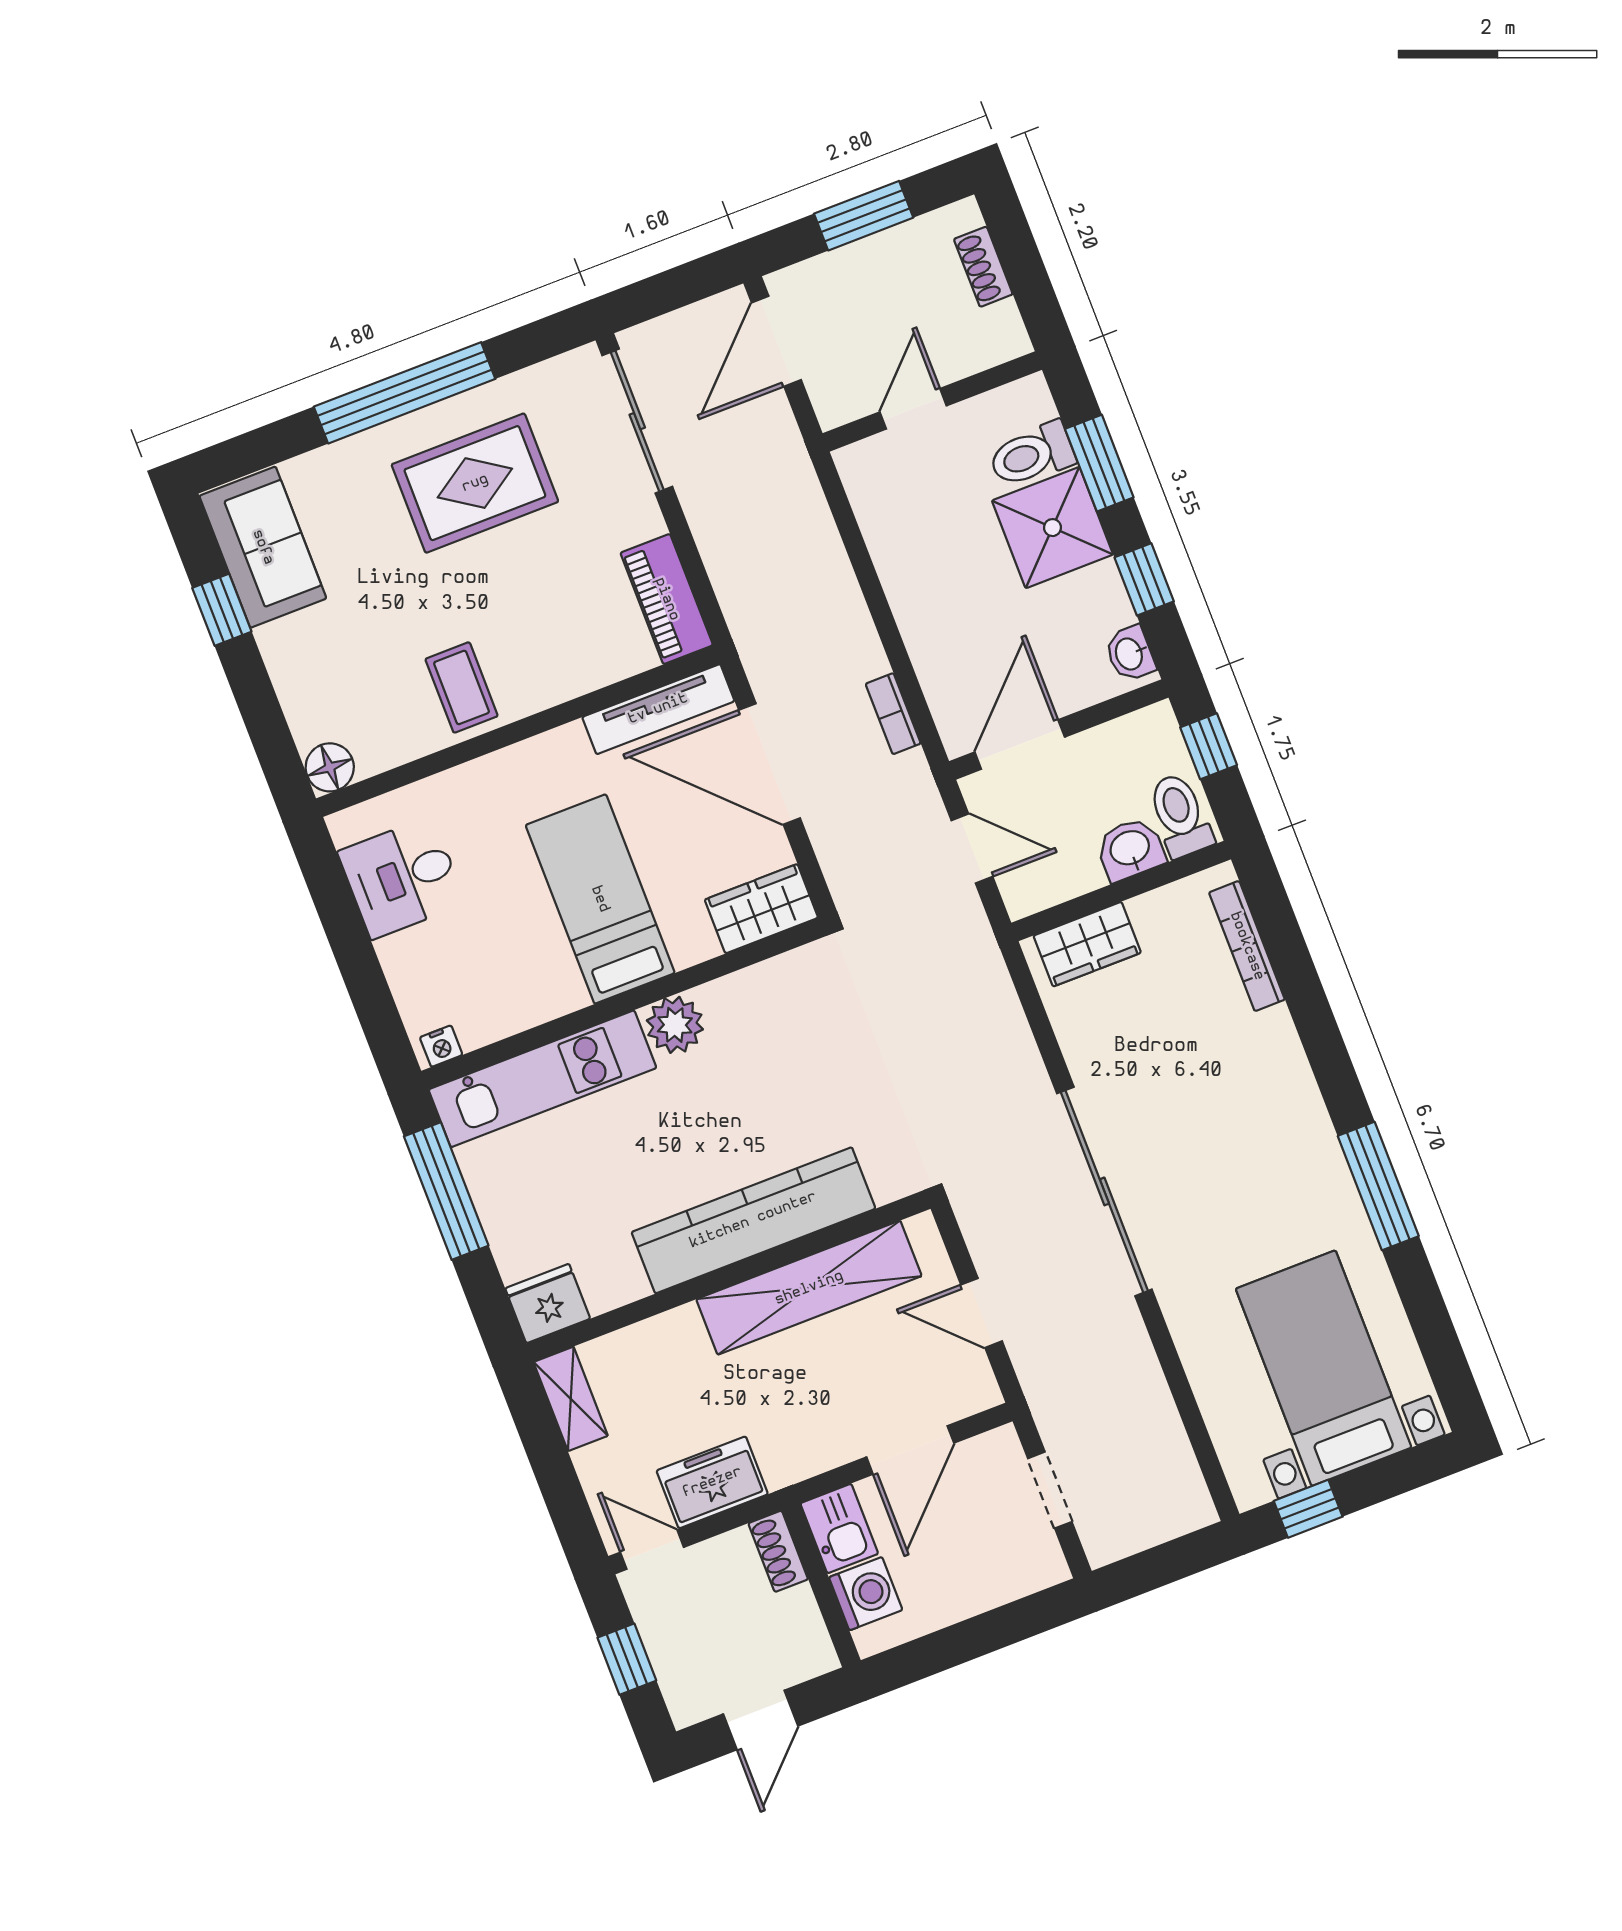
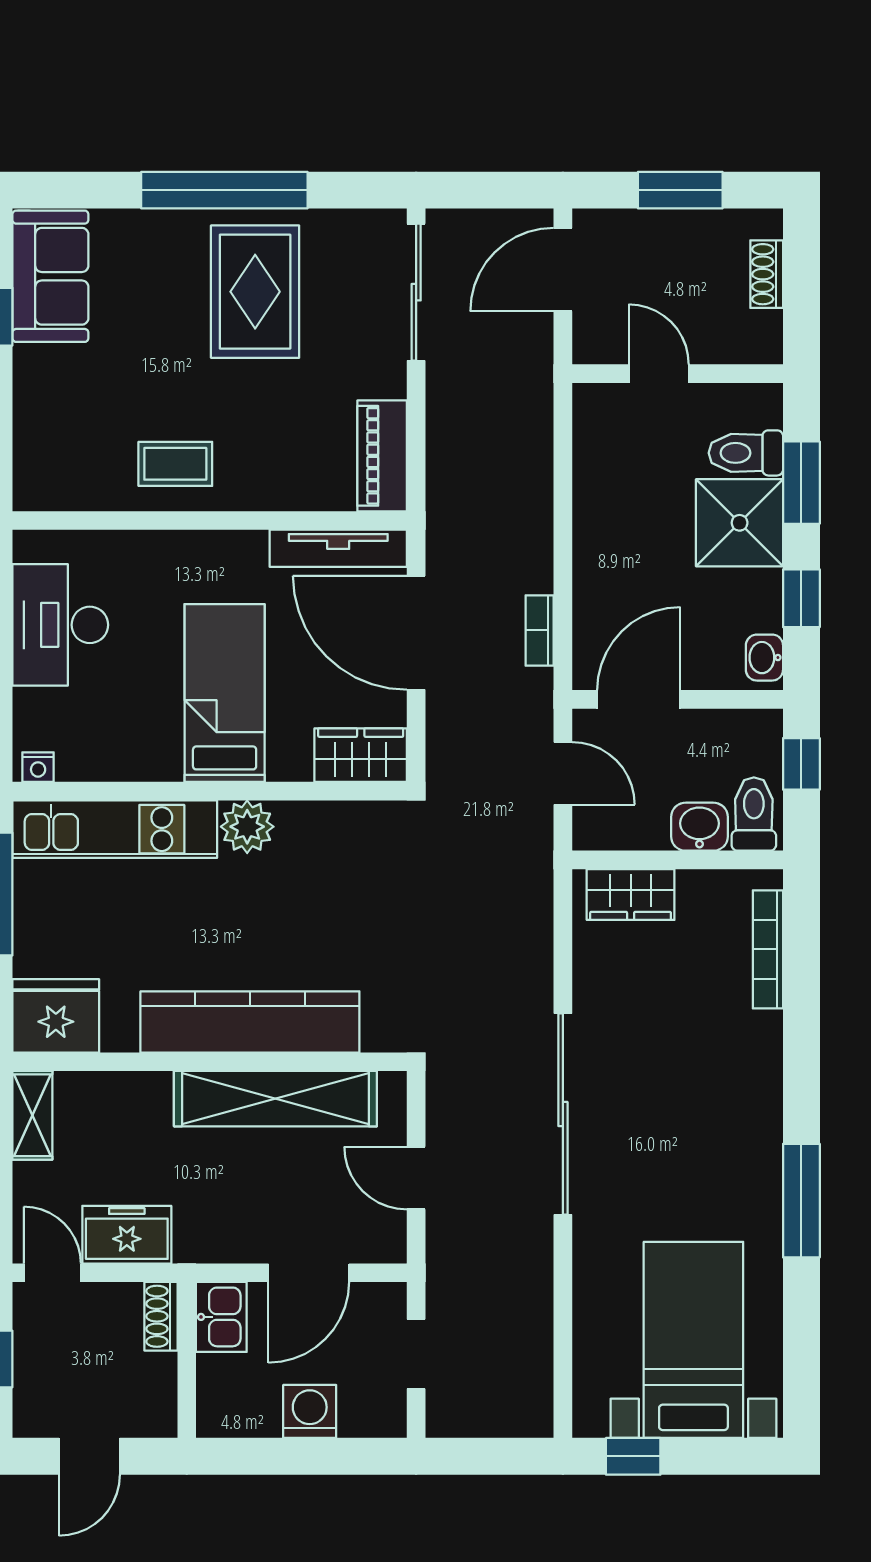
door: (913, 409) -> (659, 374), hinge flipped
rug: (475, 483) -> (255, 292), turned 90
coffee table: (462, 687) -> (175, 464), turned 90
floor lamp: (330, 767) -> (35, 489), removed
desk: (402, 878) -> (60, 625), width x1.37
fridge: (548, 1303) -> (56, 1016), width x1.36, depth x1.34
washing machine: (866, 1594) -> (310, 1411), moved, turned -90

